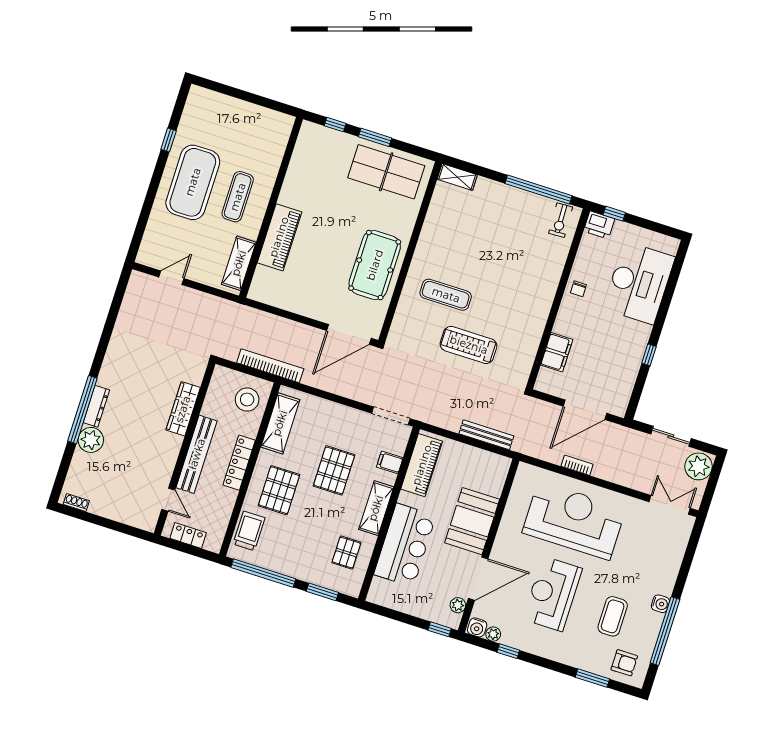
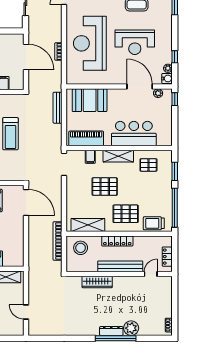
booth: (472, 521) -> (90, 100), moved

